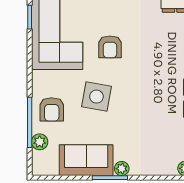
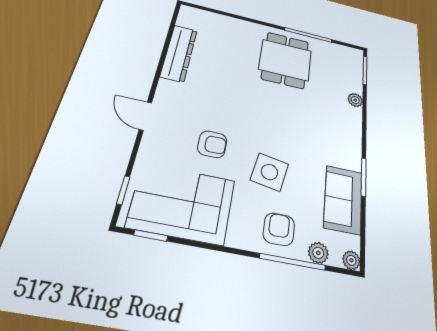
armchair: (52, 109) -> (279, 229), turned -90
plant: (122, 169) -> (351, 260), moved

